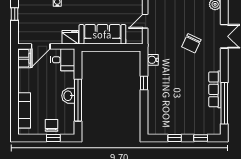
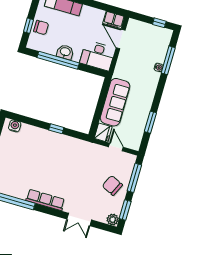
fridge: (70, 37) -> (103, 133), moved
chair: (191, 43) -> (112, 185), moved
desk: (63, 60) -> (97, 56), width x1.37
water cooler: (153, 60) -> (15, 126), moved
row of seats: (215, 89) -> (45, 200), moved

